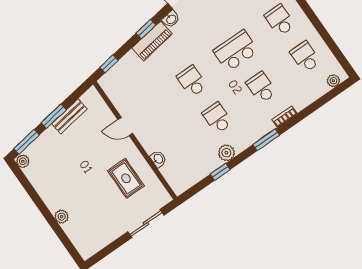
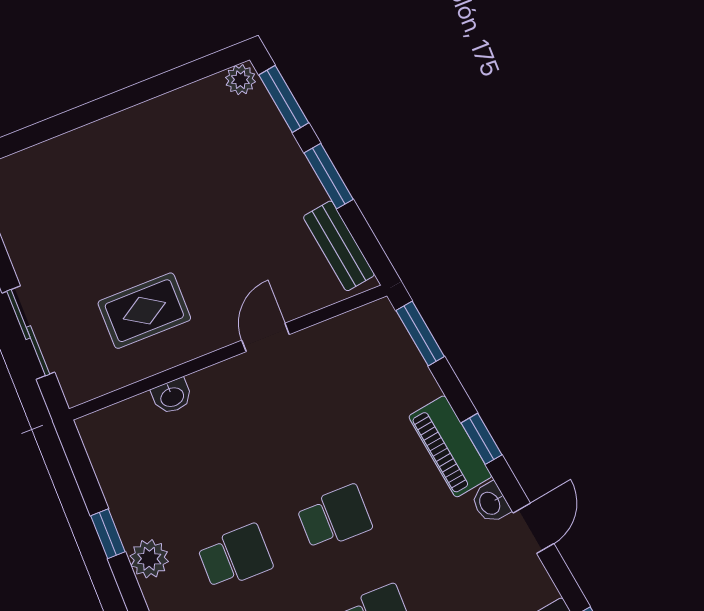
window: (109, 64) -> (420, 333), width x1.50
bench: (69, 116) -> (339, 246), moved
plant: (62, 217) -> (90, 140), removed

